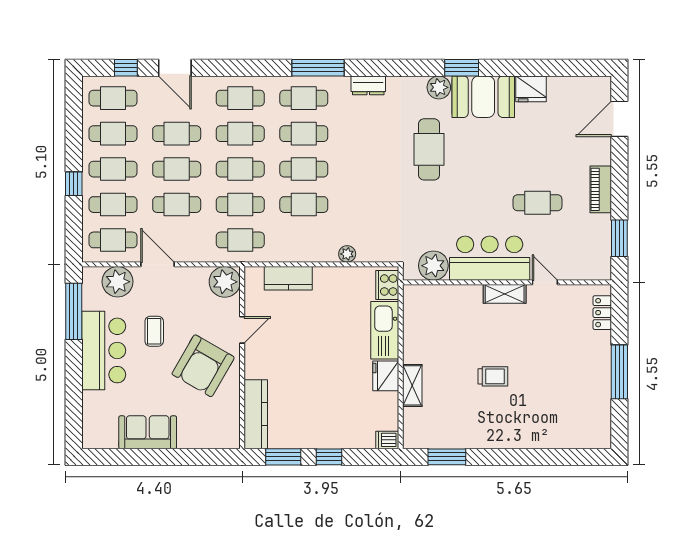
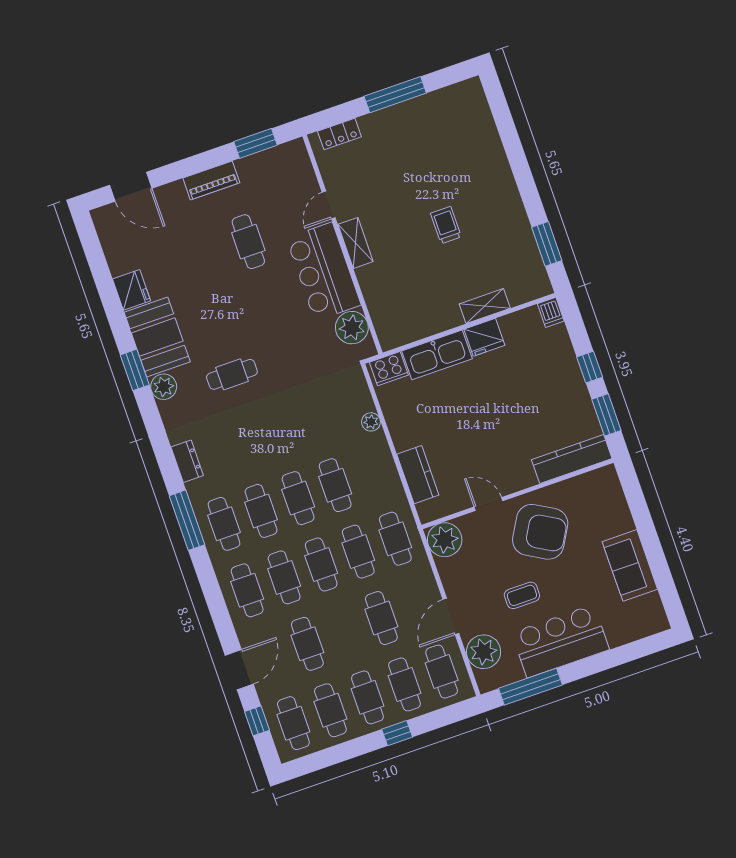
cafe table: (429, 149) -> (232, 374), width x0.73, depth x0.74
cafe table: (177, 169) -> (344, 631), removed

